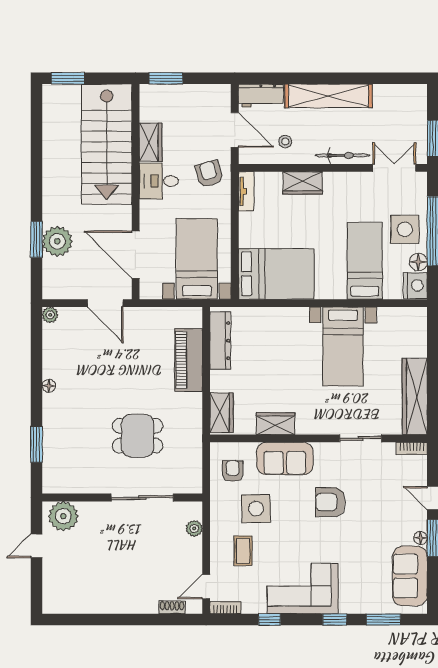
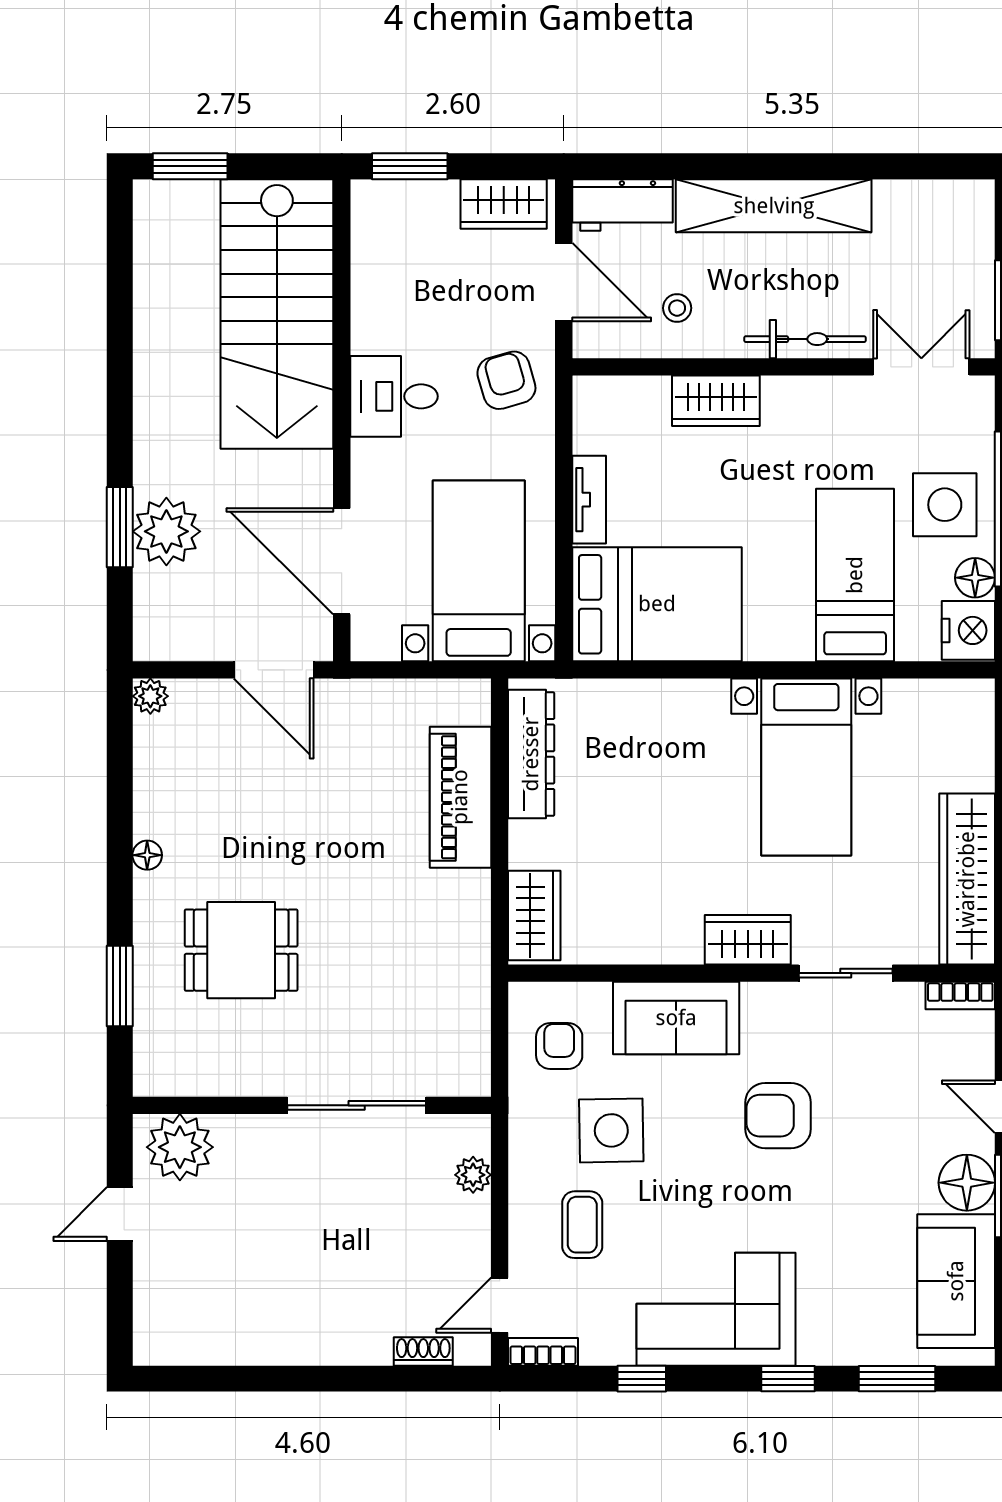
wardrobe: (151, 142) -> (504, 204), moved, turned 90
tv unit: (246, 191) -> (589, 500), moved
wardrobe: (275, 424) -> (748, 940), moved
dining table: (138, 436) -> (241, 950), moved
floor lamp: (421, 538) -> (967, 1183), width x1.89, depth x1.89

